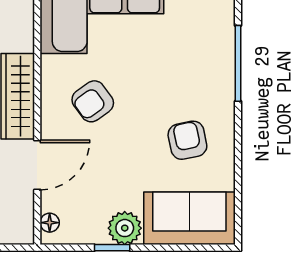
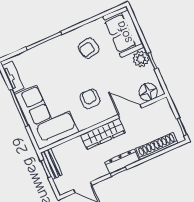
armchair: (93, 101) -> (90, 99), turned -144
floor lamp: (50, 223) -> (148, 92), width x1.89, depth x1.89

